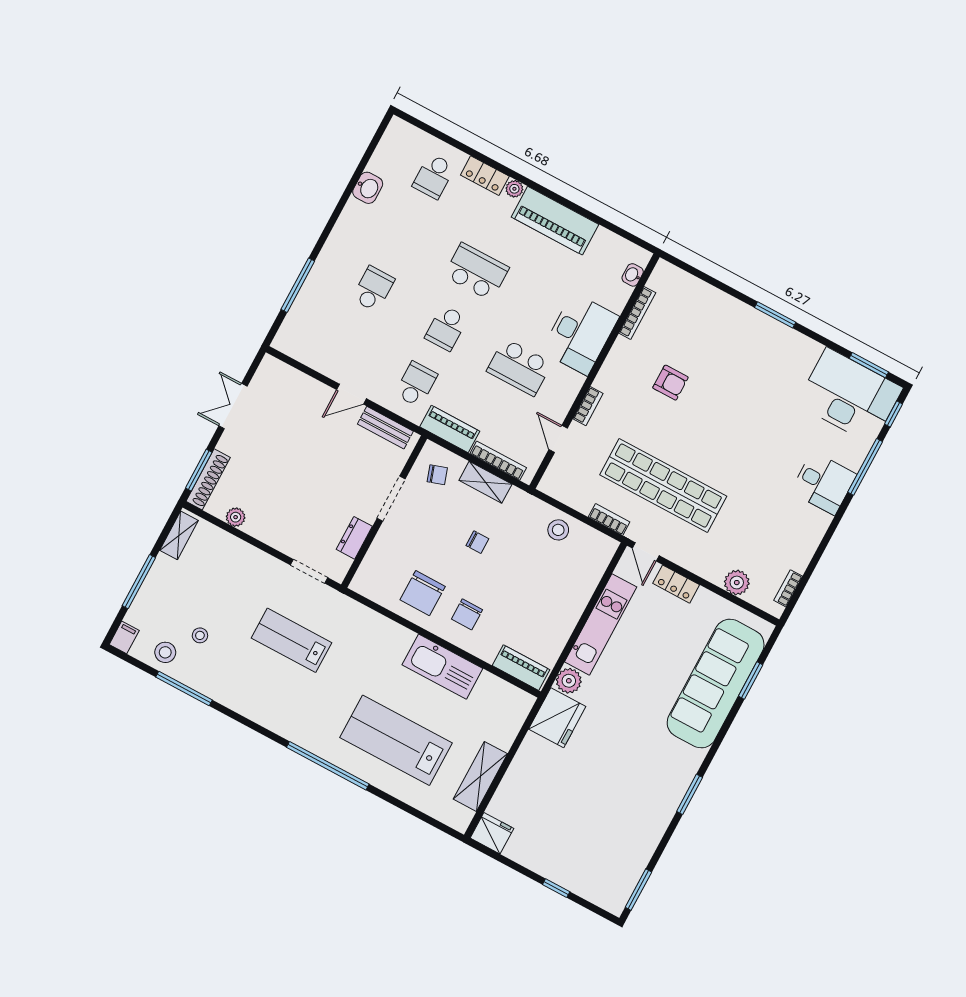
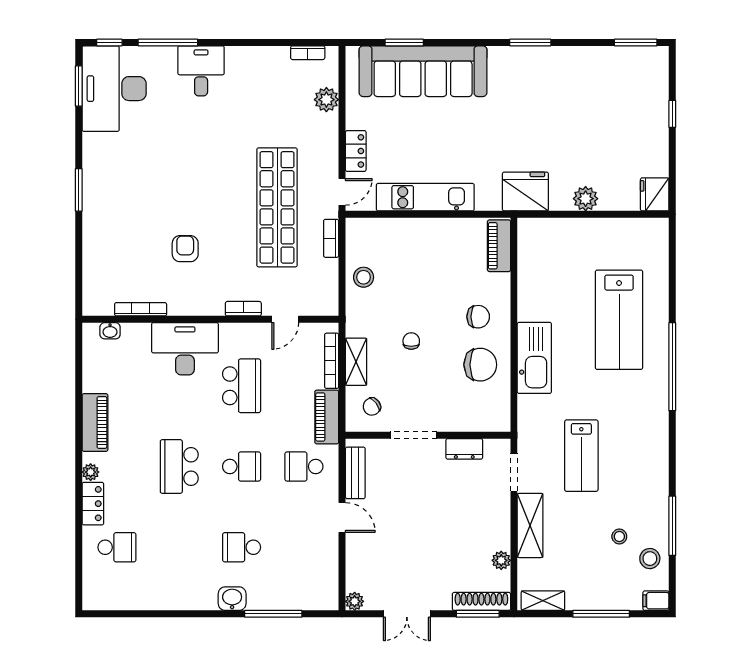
washbasin: (368, 188) -> (232, 599), moved
piano: (555, 221) -> (95, 423), width x0.73, depth x0.75
plant: (270, 365) -> (355, 601), added
chair: (437, 475) -> (372, 407), turned -110
kitchen sink: (442, 667) -> (534, 358), moved
plant: (569, 681) -> (586, 199), moved
shelving: (480, 776) -> (530, 525), moved, turned 90

